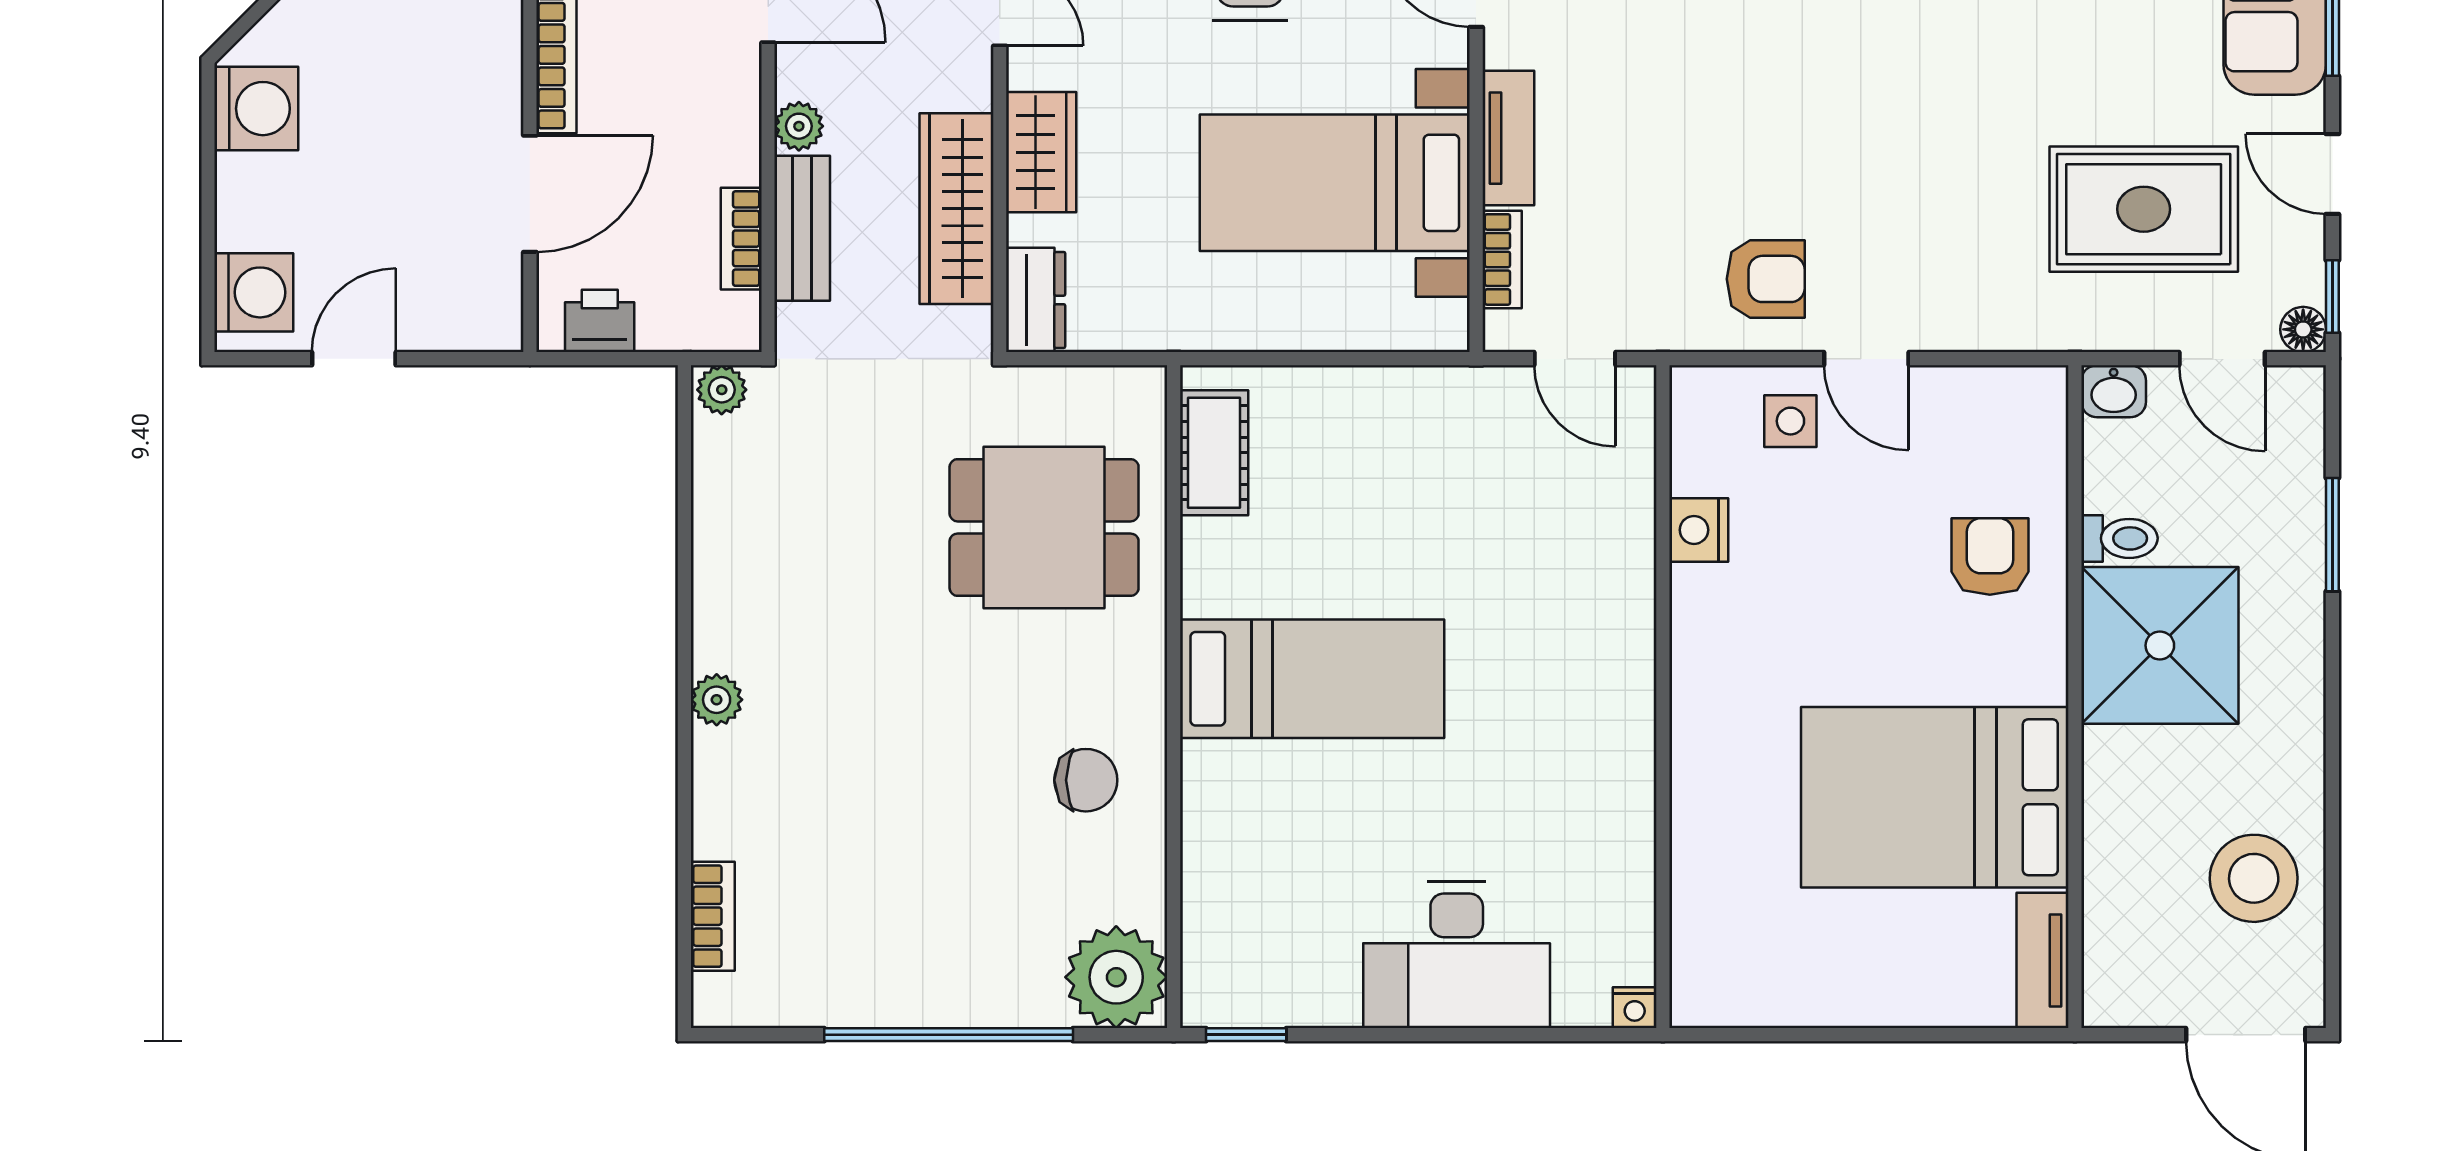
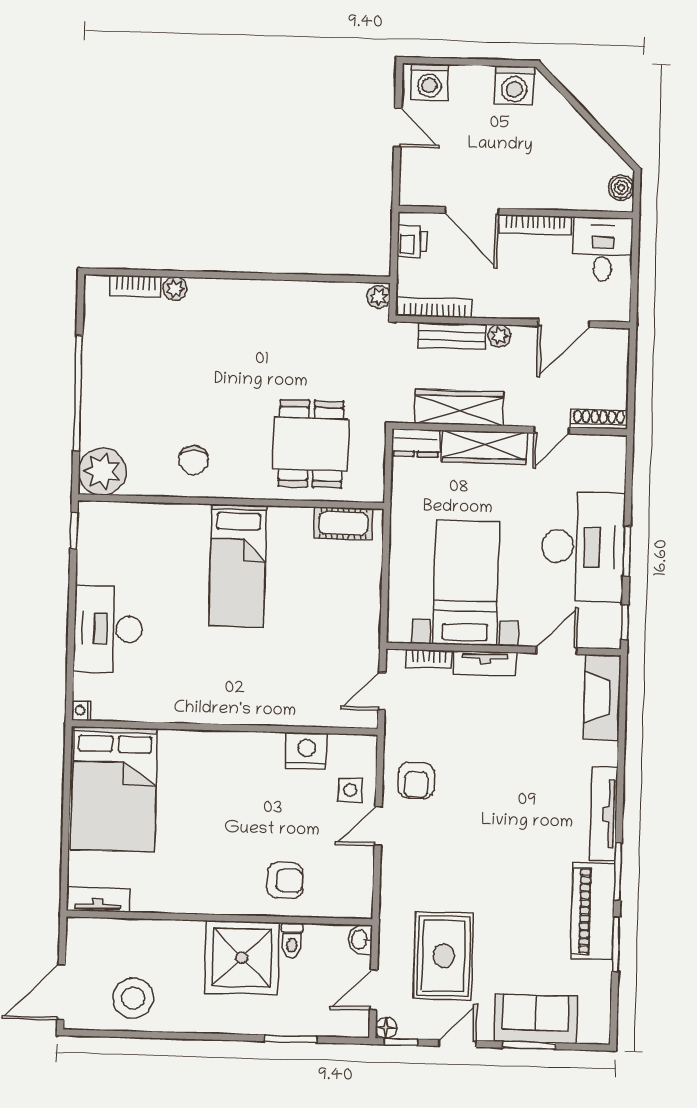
wardrobe: (1041, 152) -> (484, 447), width x1.50
bookcase: (741, 239) -> (435, 307), width x1.56
nightstand: (1699, 530) -> (306, 751), width x1.36, depth x1.33
plant: (717, 700) -> (175, 289), moved
bed: (1935, 797) -> (114, 789), moved, turned 180

